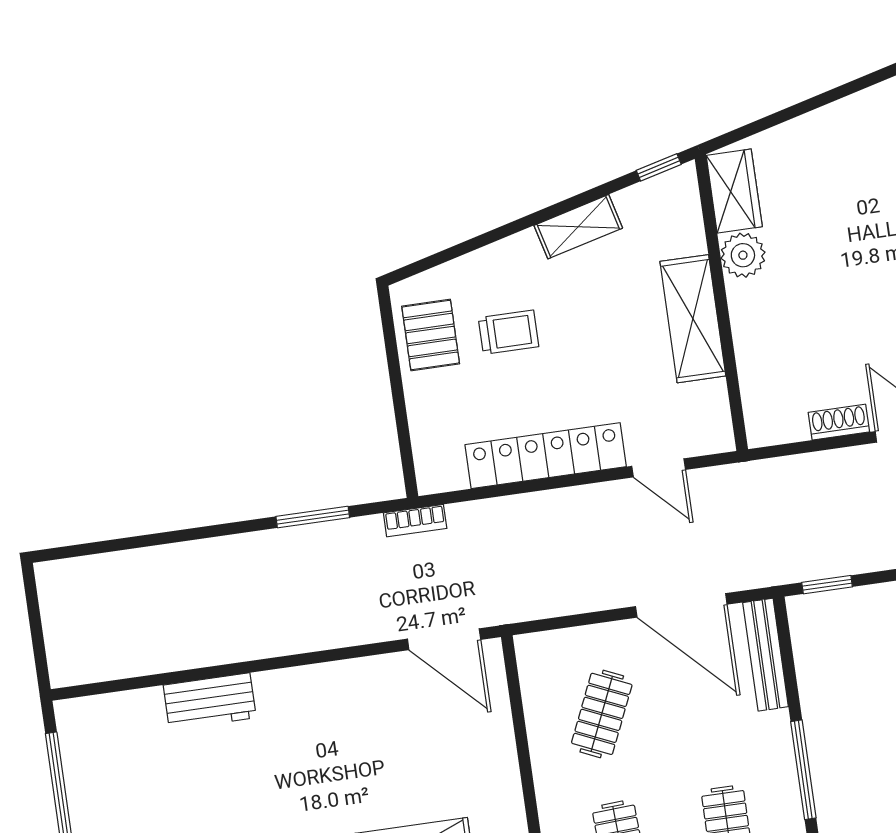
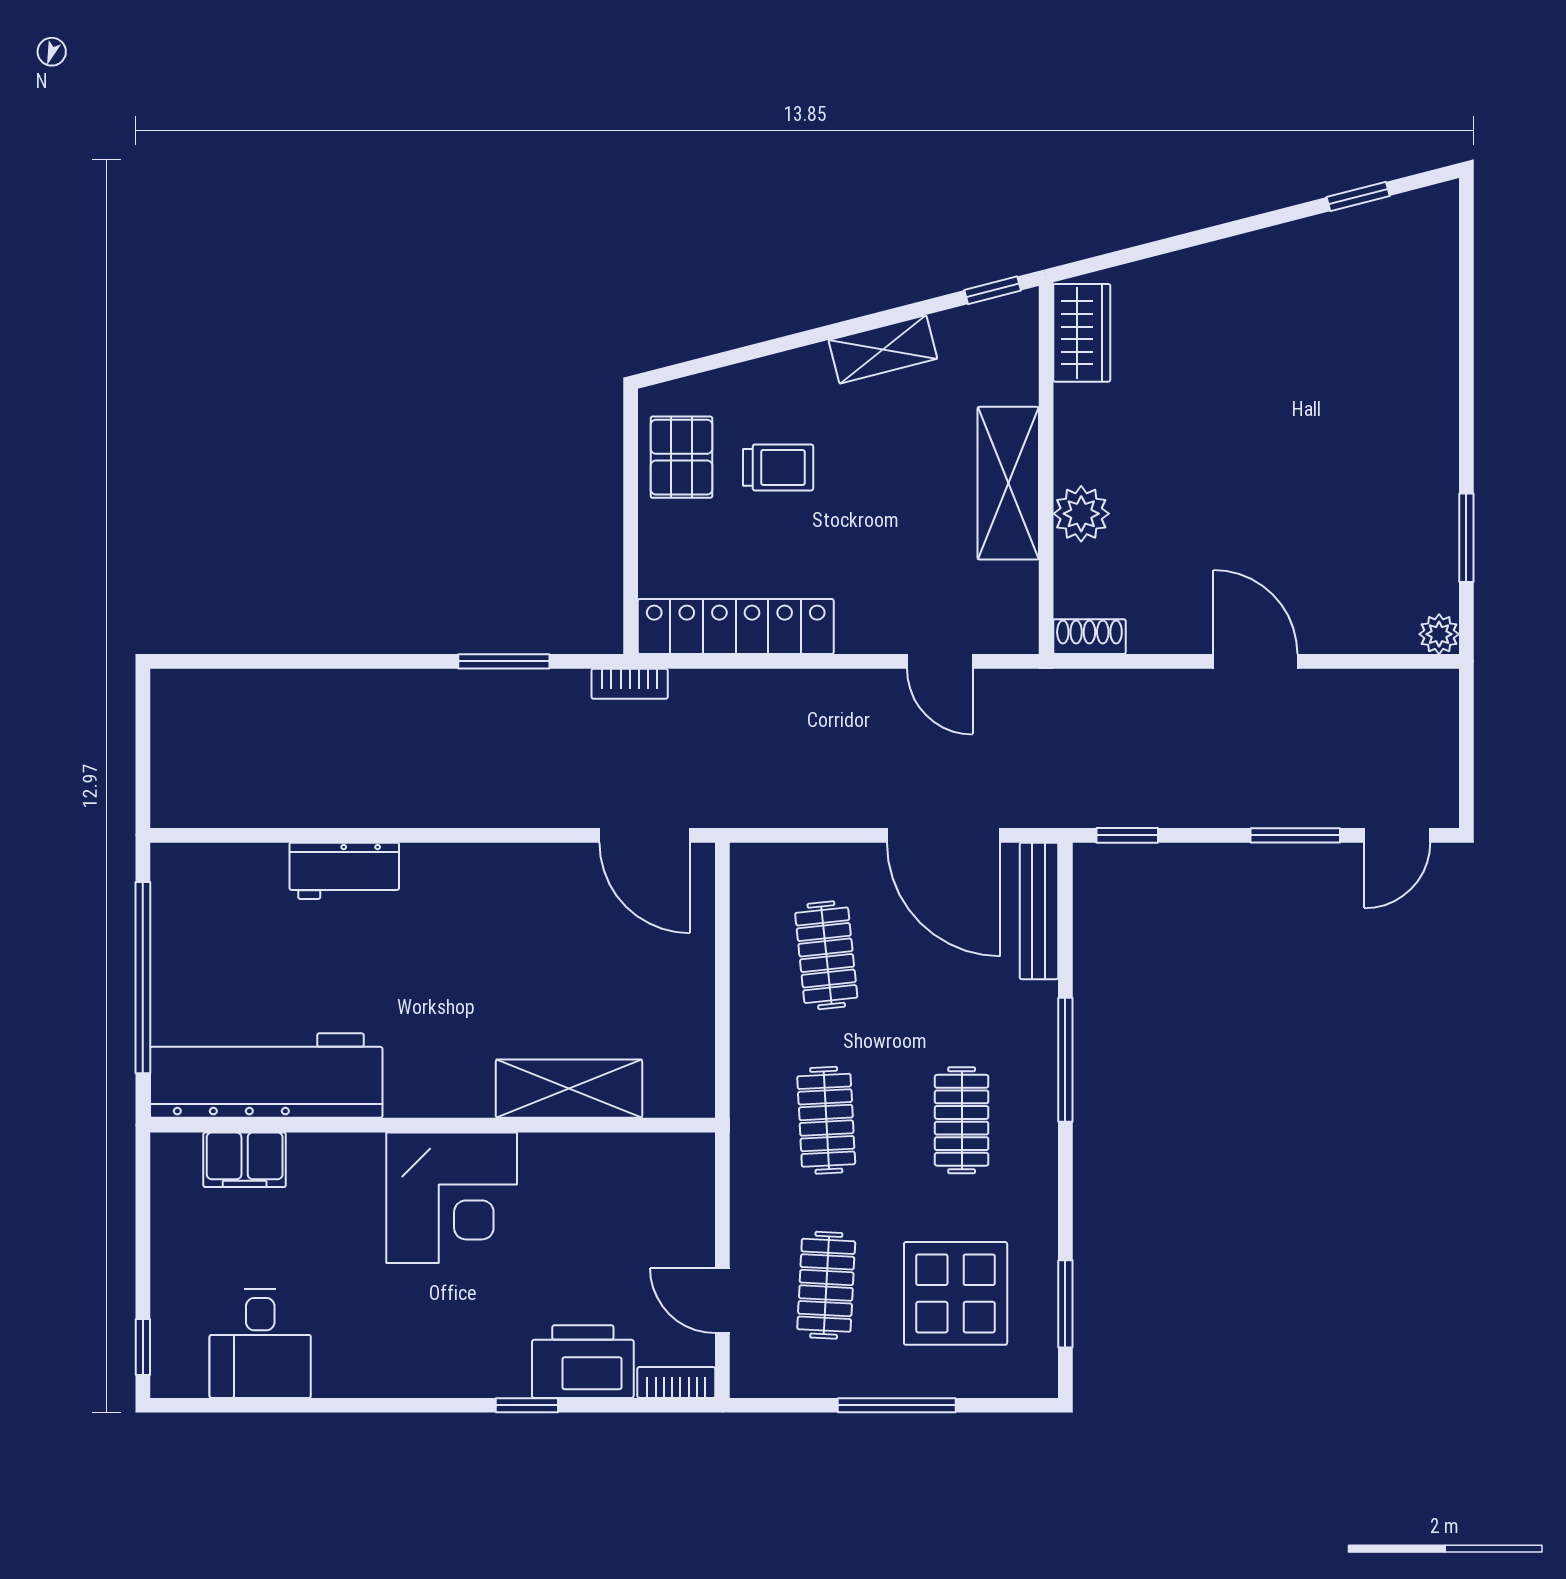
plant: (743, 255) -> (1081, 514), moved
shoe rack: (839, 422) -> (1089, 637), moved
locker: (546, 456) -> (736, 626), moved
clothes rail: (602, 714) -> (826, 955), turned -30

